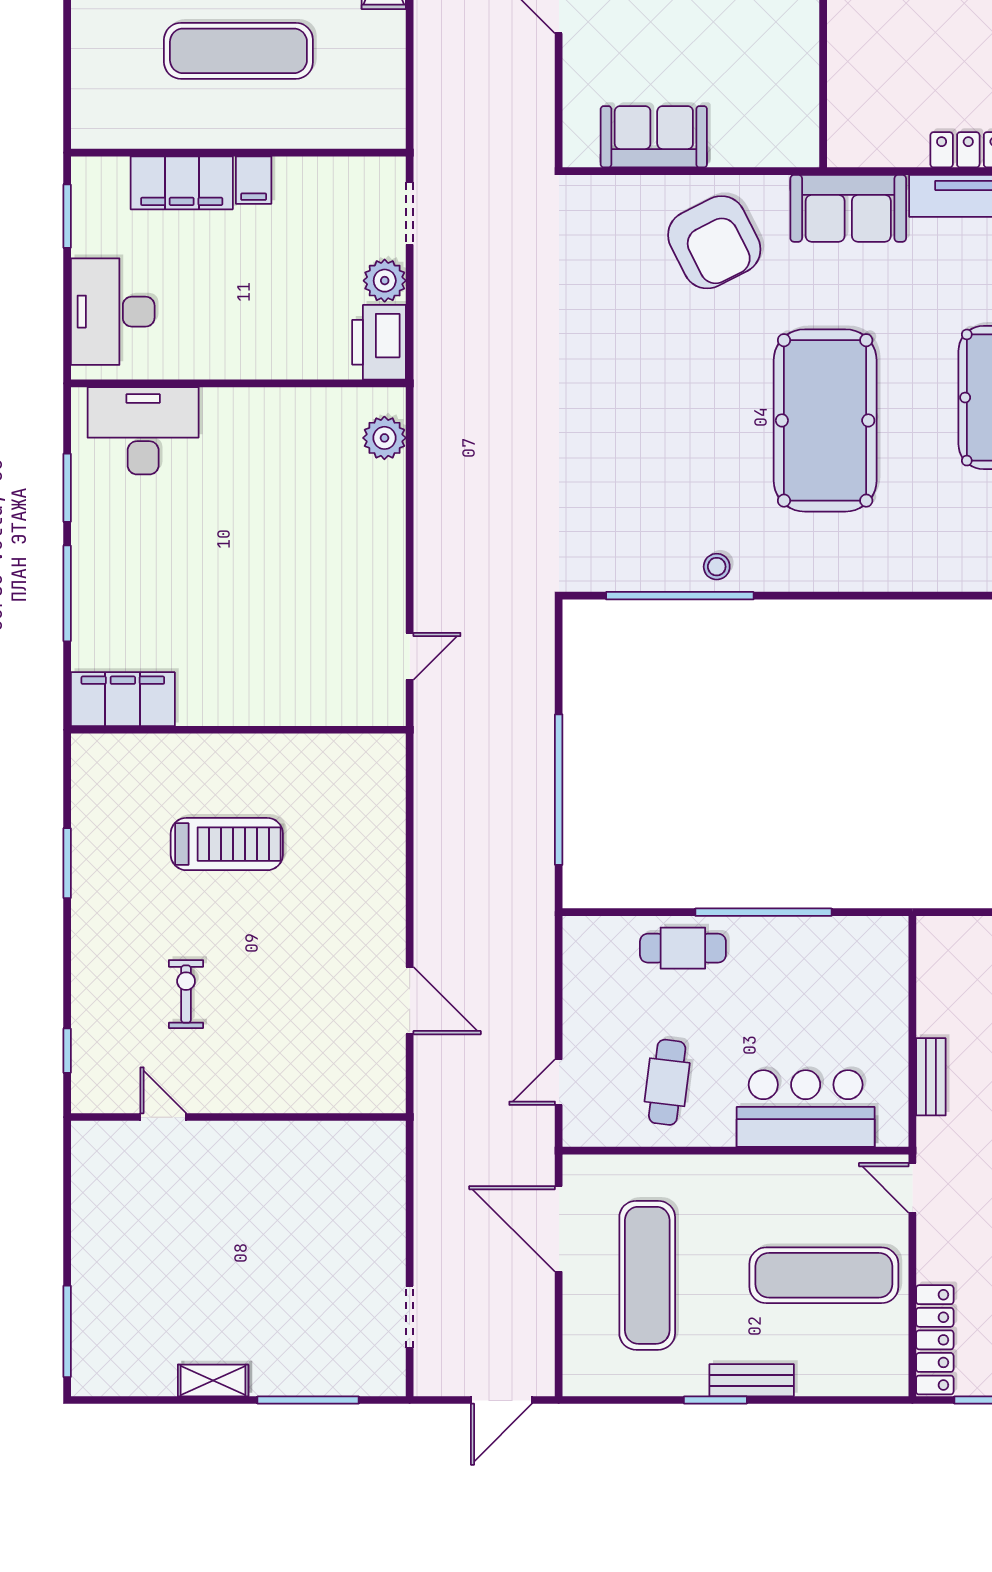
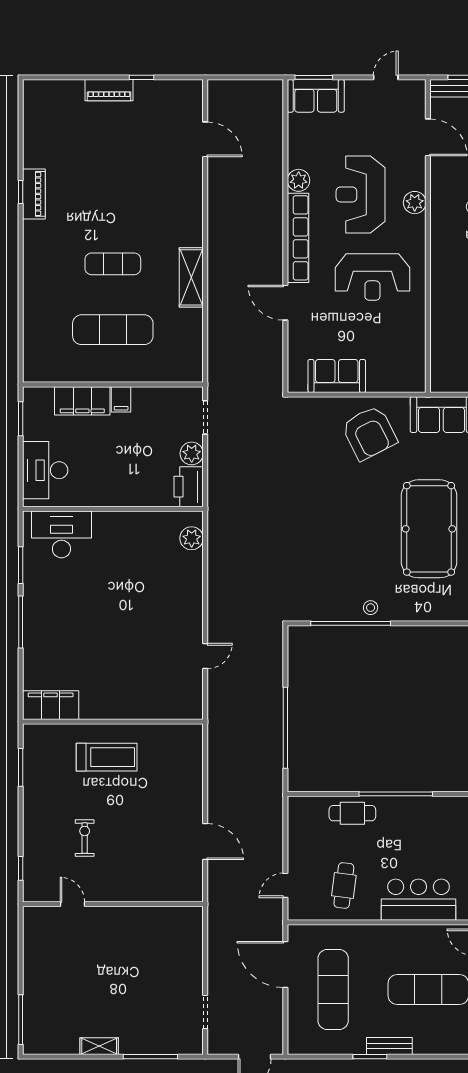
filing cabinet: (123, 699) -> (51, 705), moved
wall: (238, 730) -> (113, 722), moved

